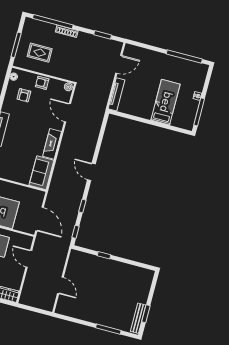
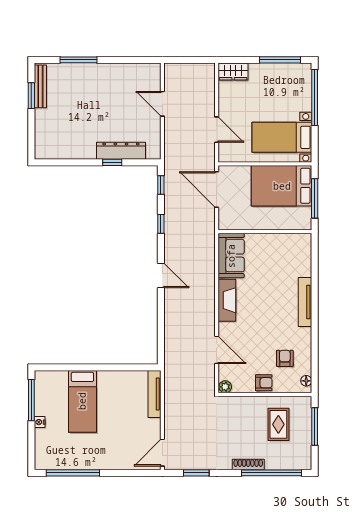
rug: (40, 53) -> (278, 424), turned 90
door: (119, 64) -> (162, 453), moved
dresser: (96, 262) -> (121, 151), added

